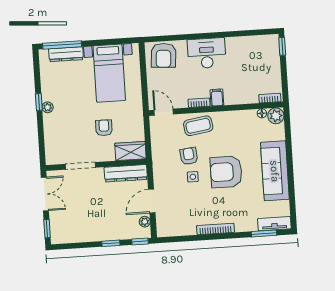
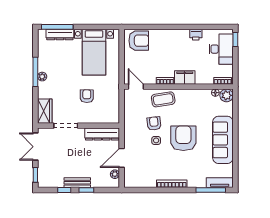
printer: (233, 43) -> (196, 35), added
desk: (207, 53) -> (221, 49), moved, turned 90
armchair: (164, 55) -> (139, 41), turned -94
filing cabinet: (217, 98) -> (185, 78), width x2.00
window: (39, 102) -> (35, 72), width x2.17
wardrobe: (130, 151) -> (45, 111), moved, turned 90
armchair: (226, 172) -> (183, 138), turned 90
double door: (45, 194) -> (35, 147), swing flipped
window: (264, 233) -> (211, 190), width x1.44
bench: (99, 235) -> (77, 183), added
window: (140, 241) -> (64, 190), moved

